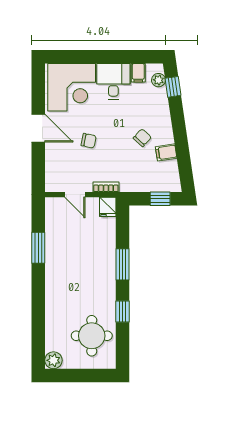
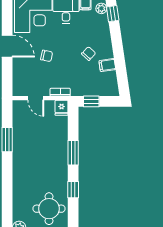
window: (160, 199) -> (91, 101), moved

